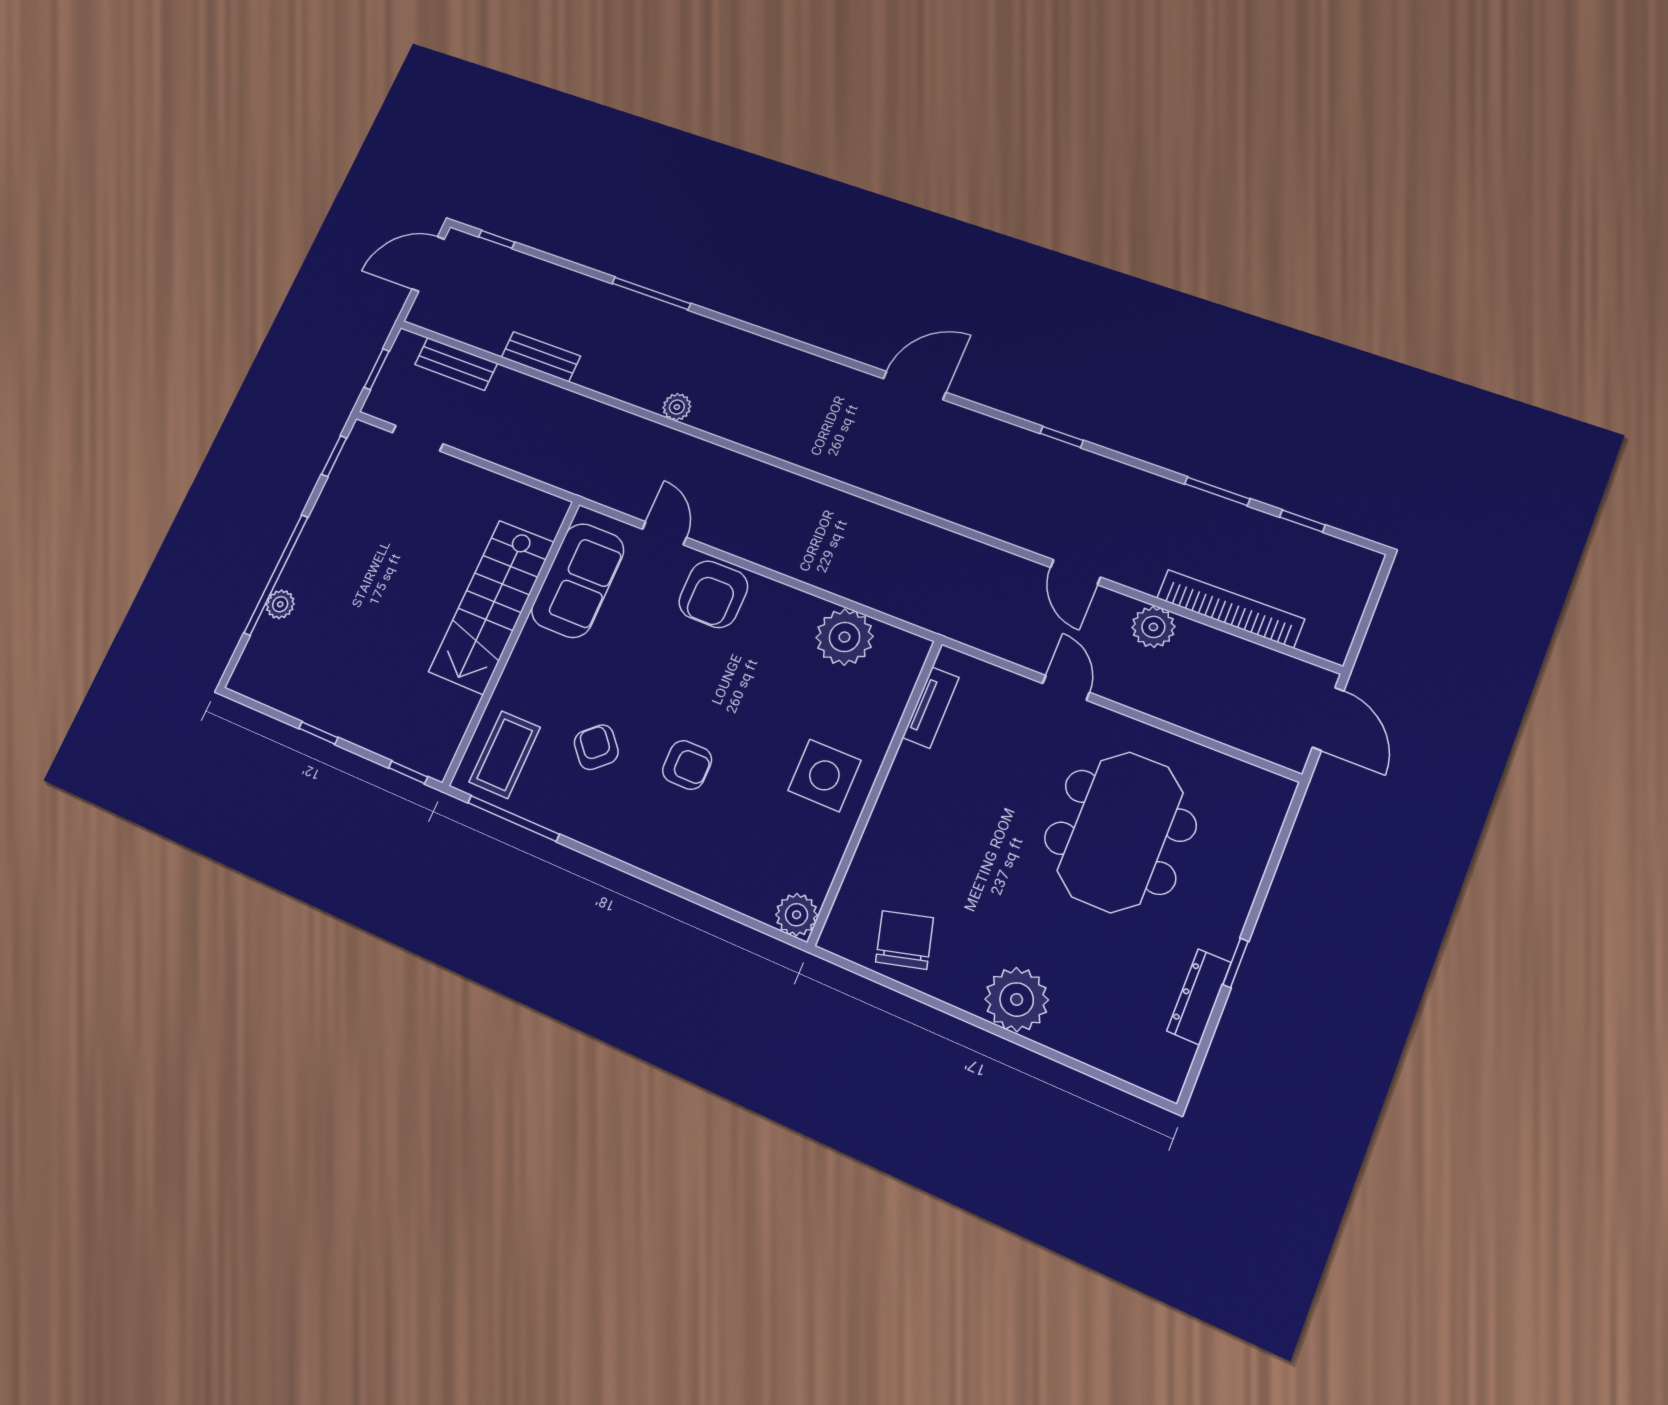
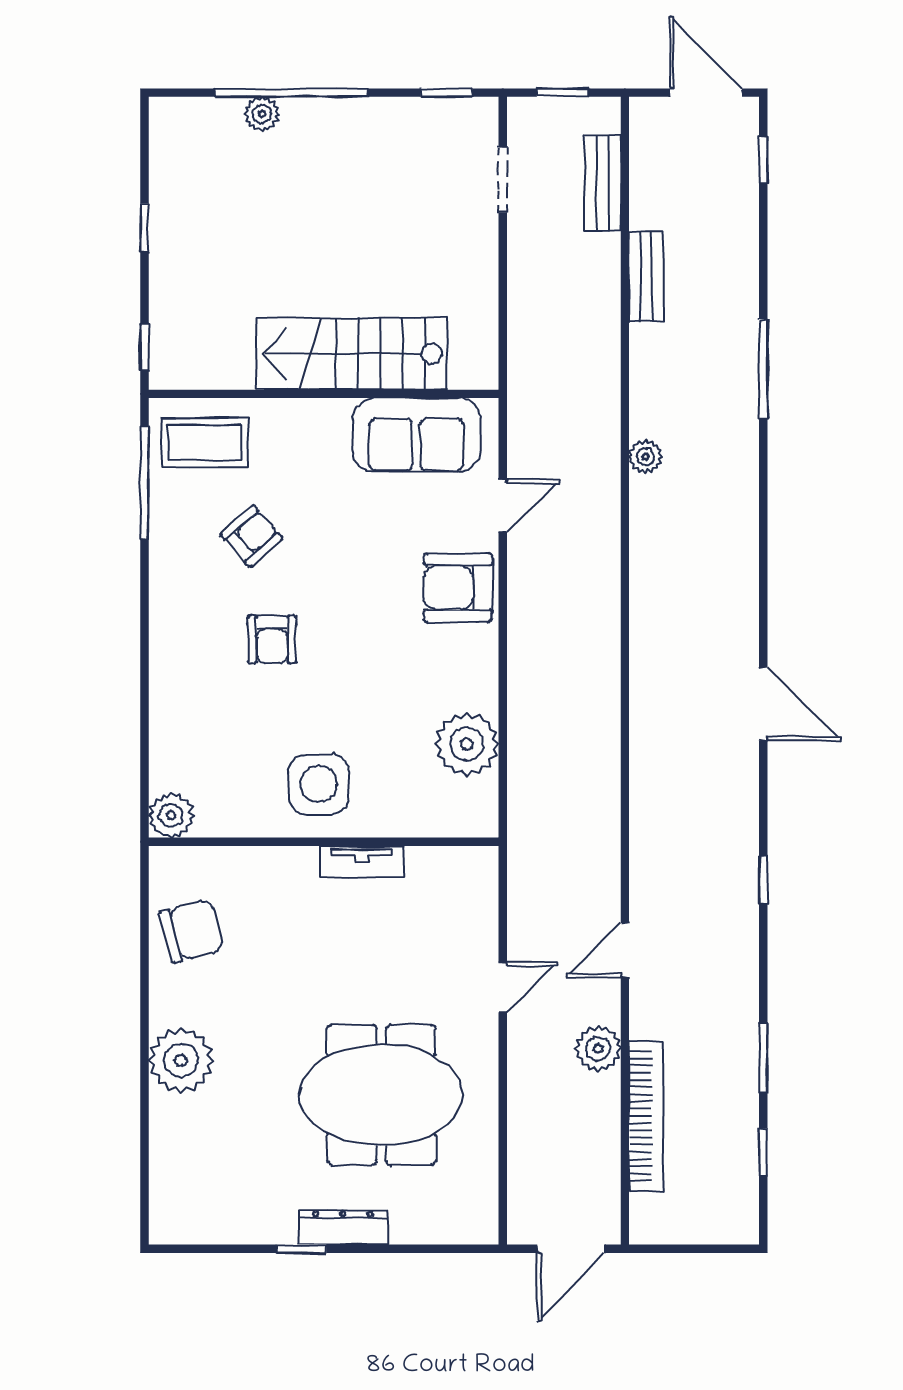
tv unit: (931, 707) -> (362, 862), moved
dresser: (1199, 997) -> (343, 1227), moved

